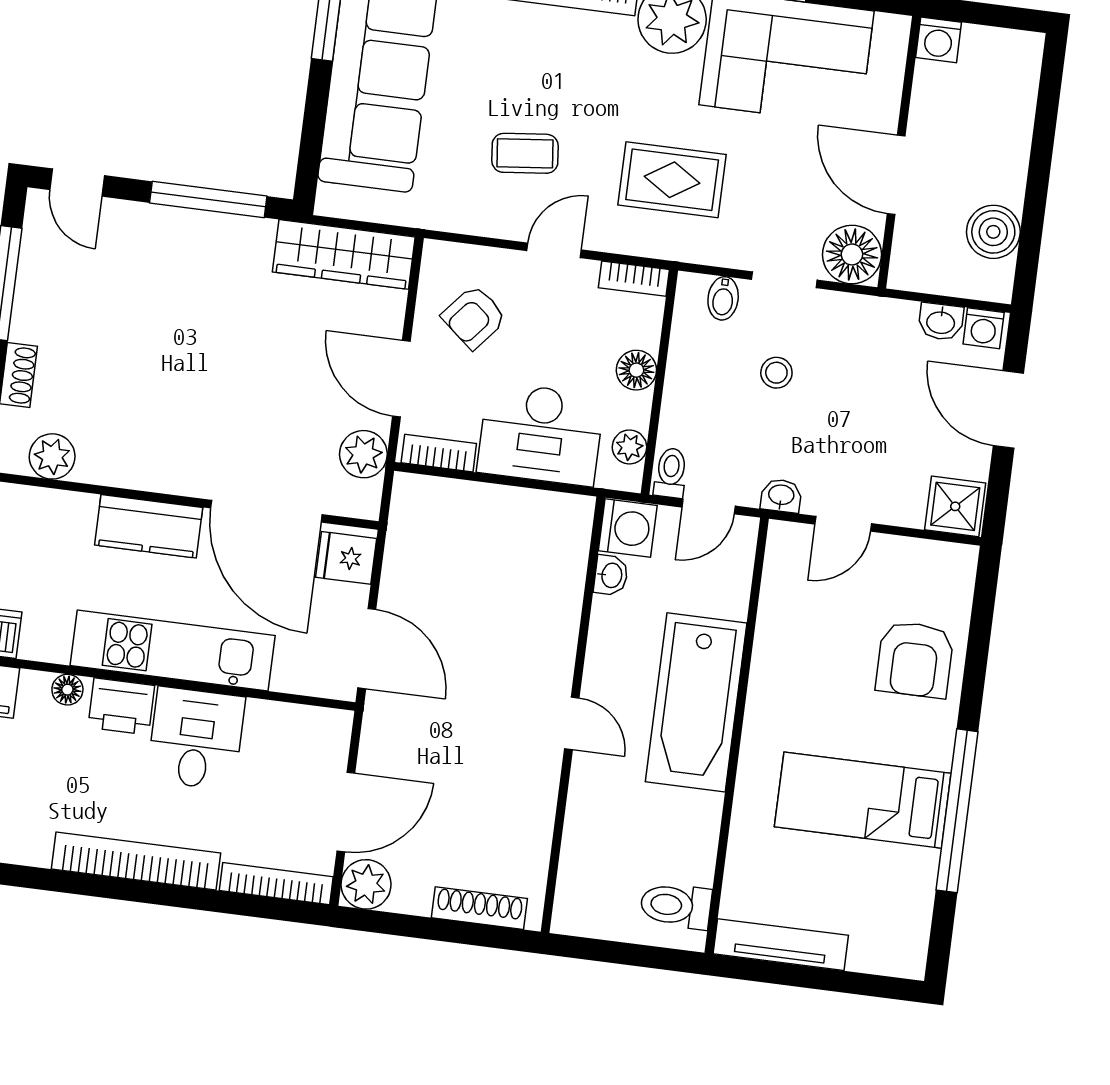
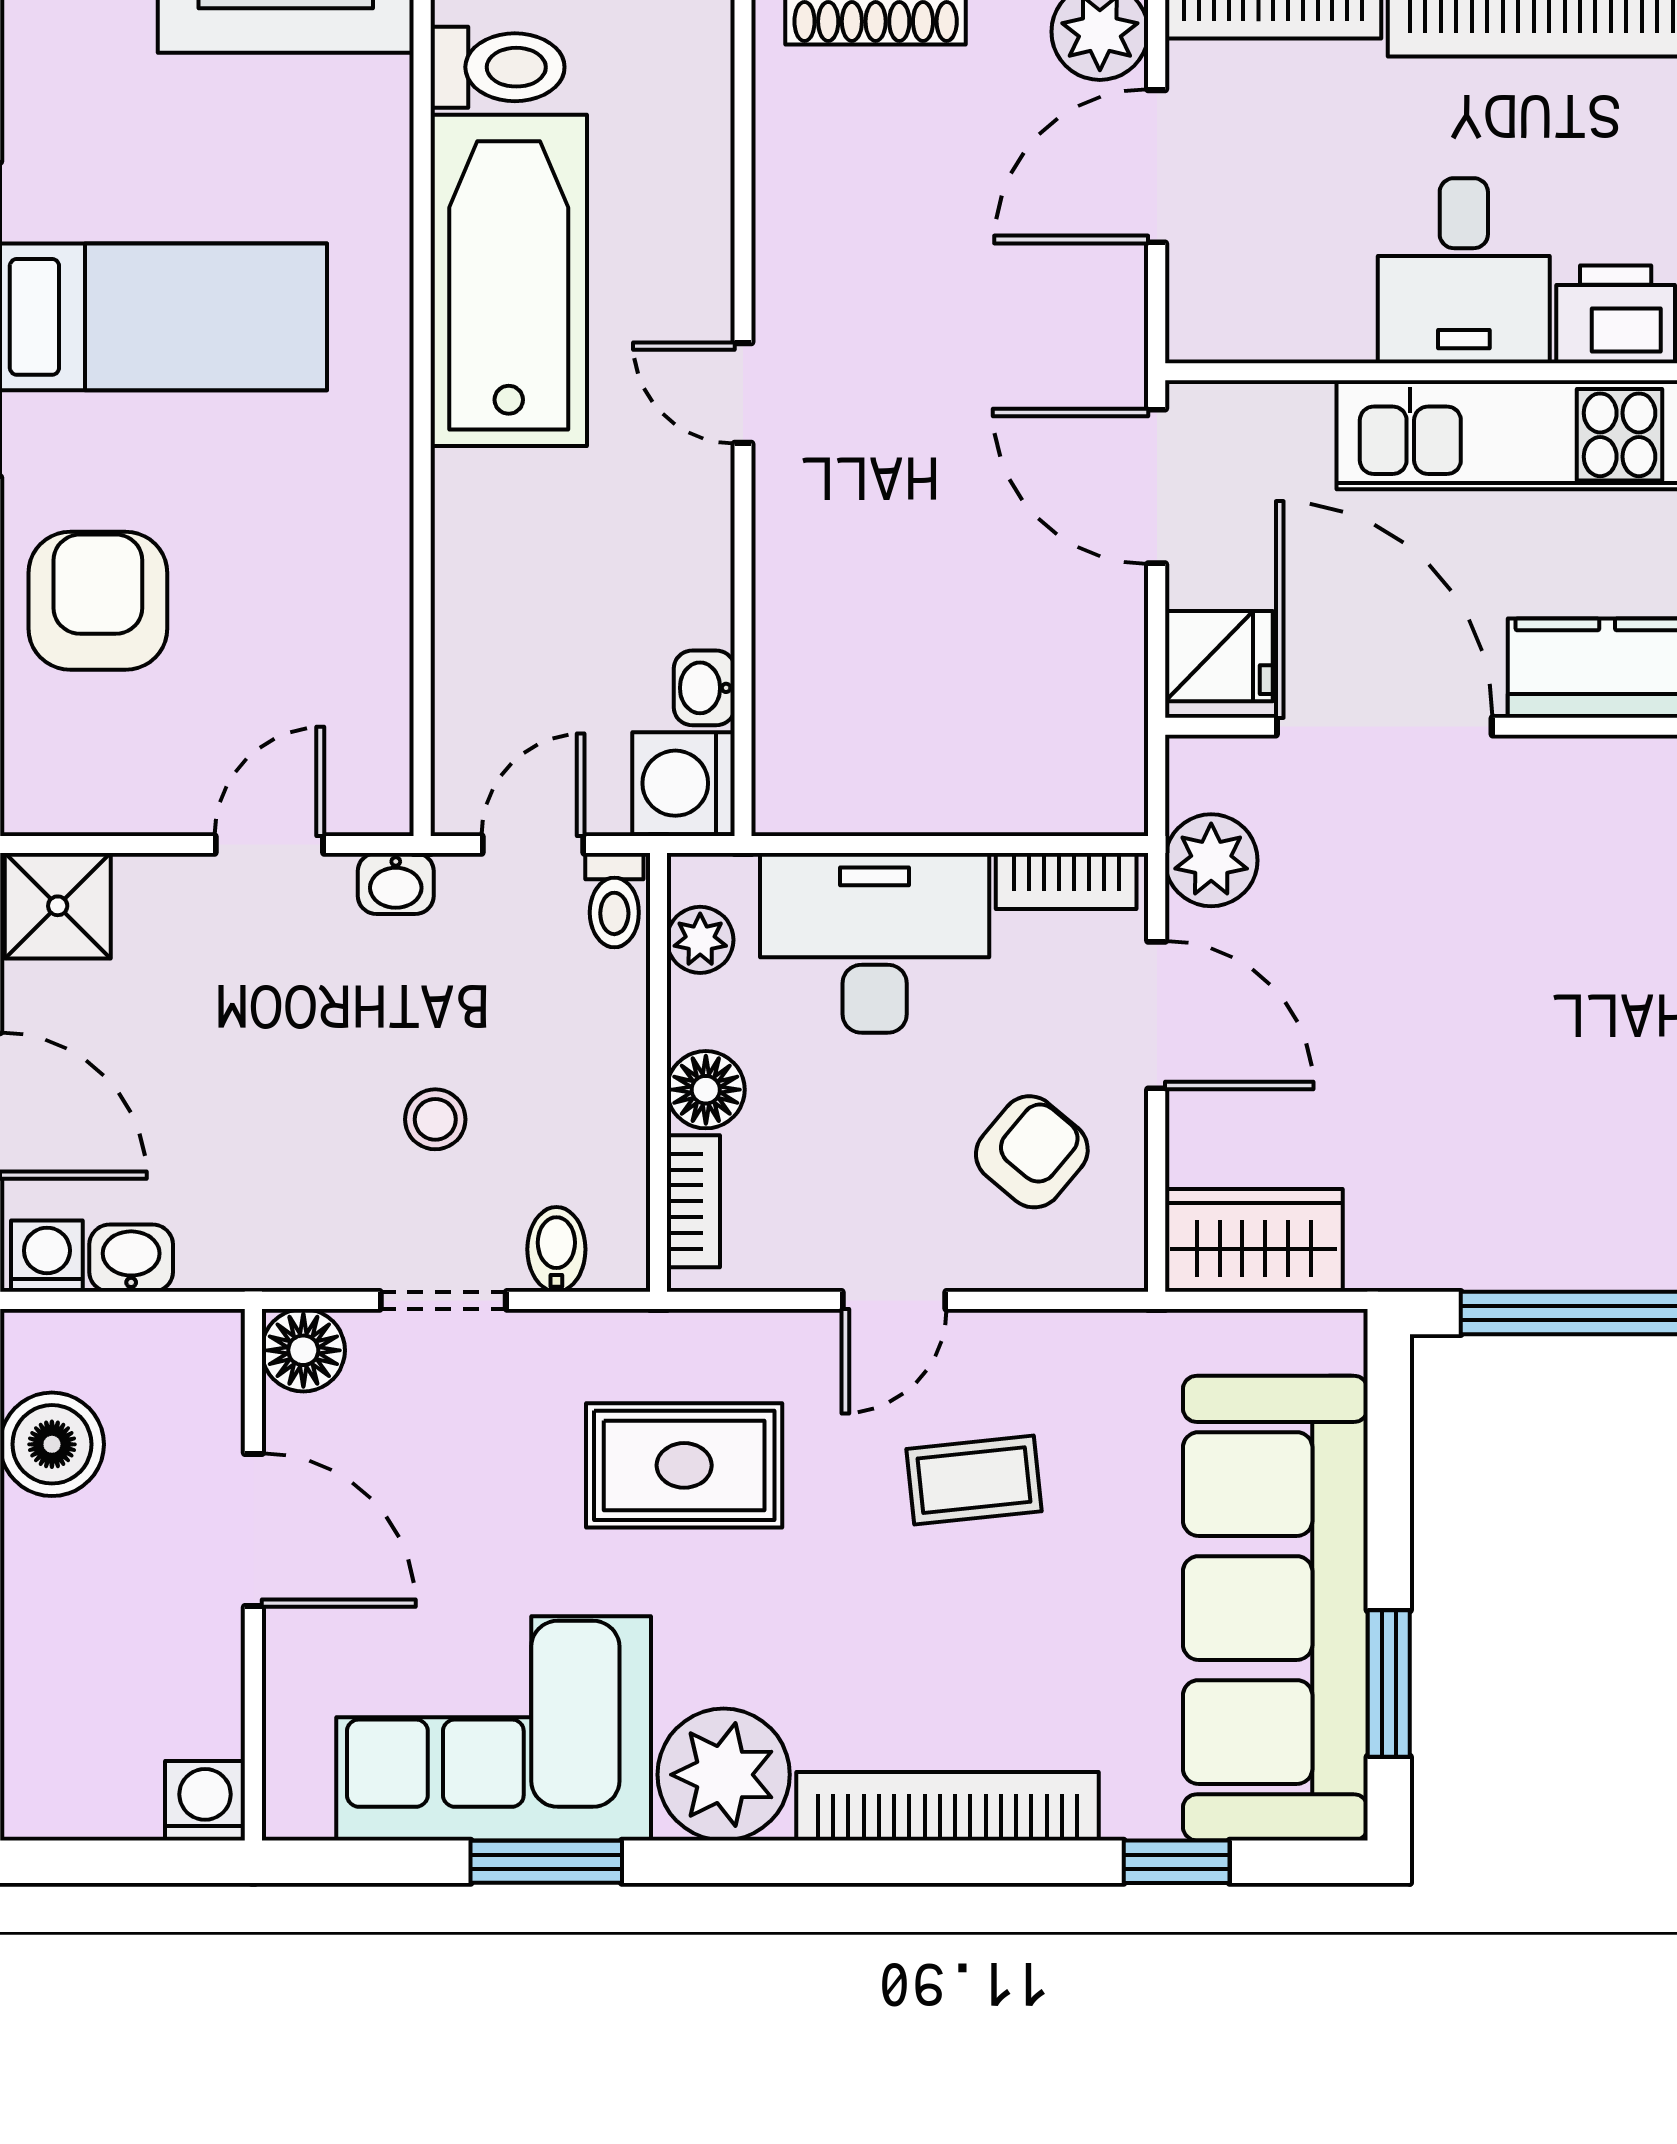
wardrobe: (344, 254) -> (1254, 1240), width x0.67
floor lamp: (852, 254) -> (303, 1350), width x0.73, depth x0.73
bookcase: (634, 279) -> (693, 1201), moved, turned 90
bathtub: (696, 702) -> (509, 280), moved

